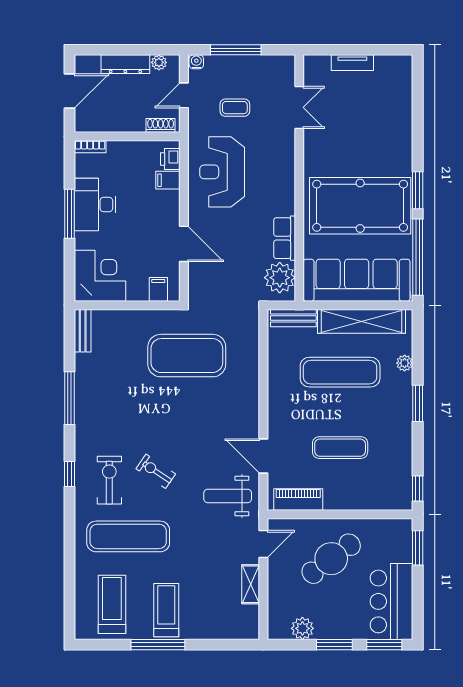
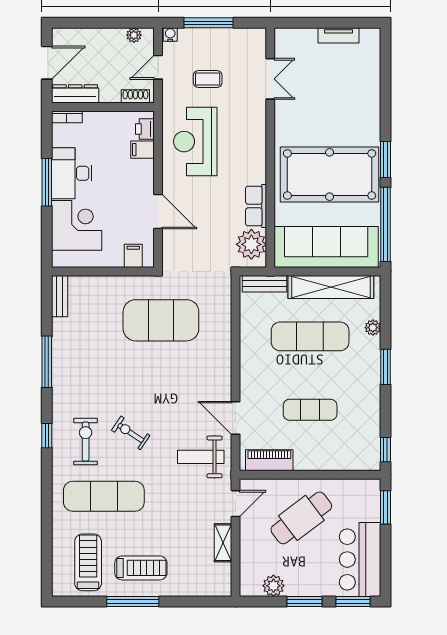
tv unit: (352, 63) -> (339, 35), moved
dresser: (125, 64) -> (75, 94), moved, turned 180
corner desk: (100, 276) -> (77, 225), moved
treadmill: (166, 610) -> (141, 568), turned 90

